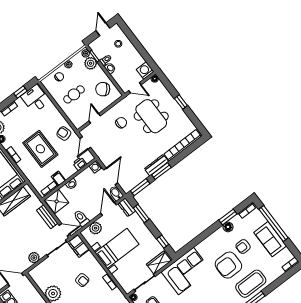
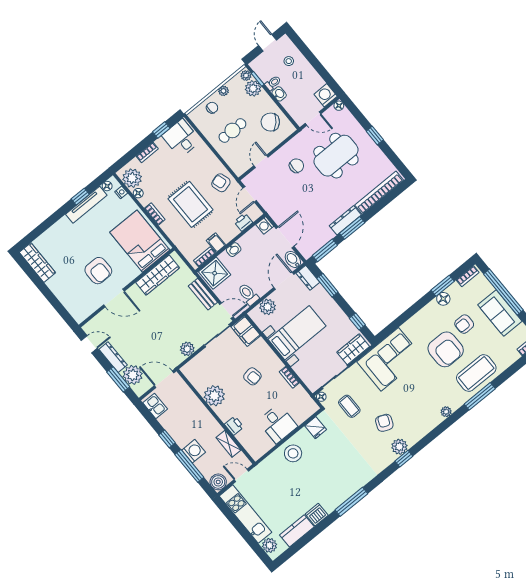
dining table: (151, 116) -> (336, 156), turned 90
armchair: (228, 265) -> (446, 349), turned -90

